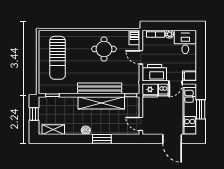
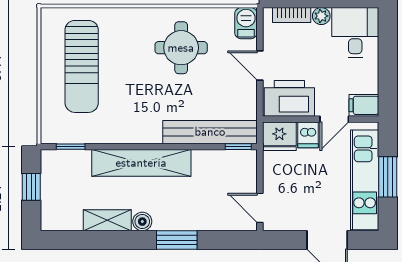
bench: (100, 88) -> (210, 132), moved
shelving: (101, 103) -> (141, 163), moved
shelving: (53, 130) -> (107, 220), moved

